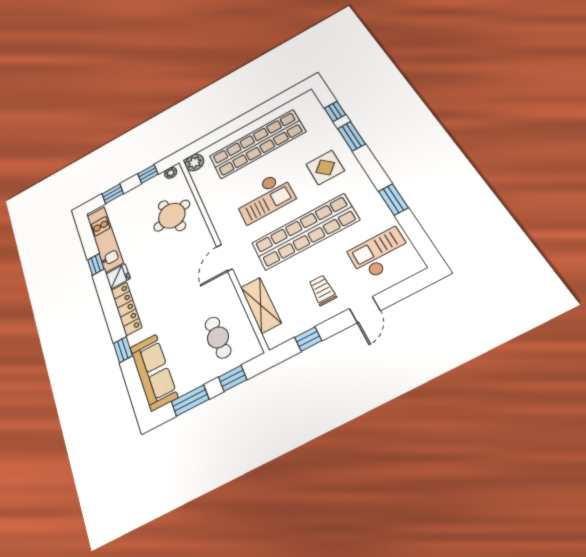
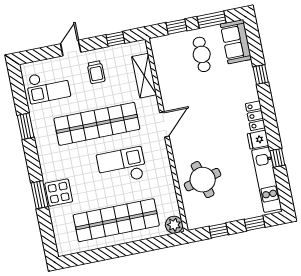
window: (335, 111) -> (45, 224), removed
display table: (325, 167) -> (59, 193), moved
plant: (171, 173) -> (197, 223), removed
locker: (126, 309) -> (255, 116), width x0.66
cafe table: (218, 337) -> (202, 54), moved
sofa: (153, 372) -> (236, 42), width x0.73

